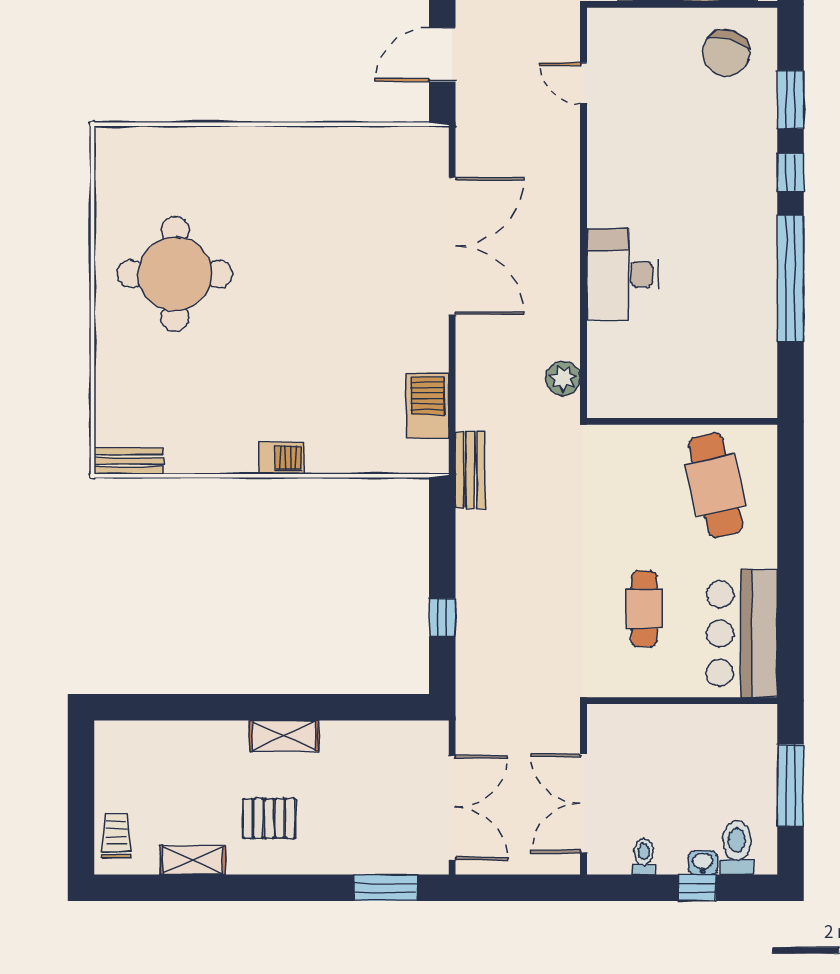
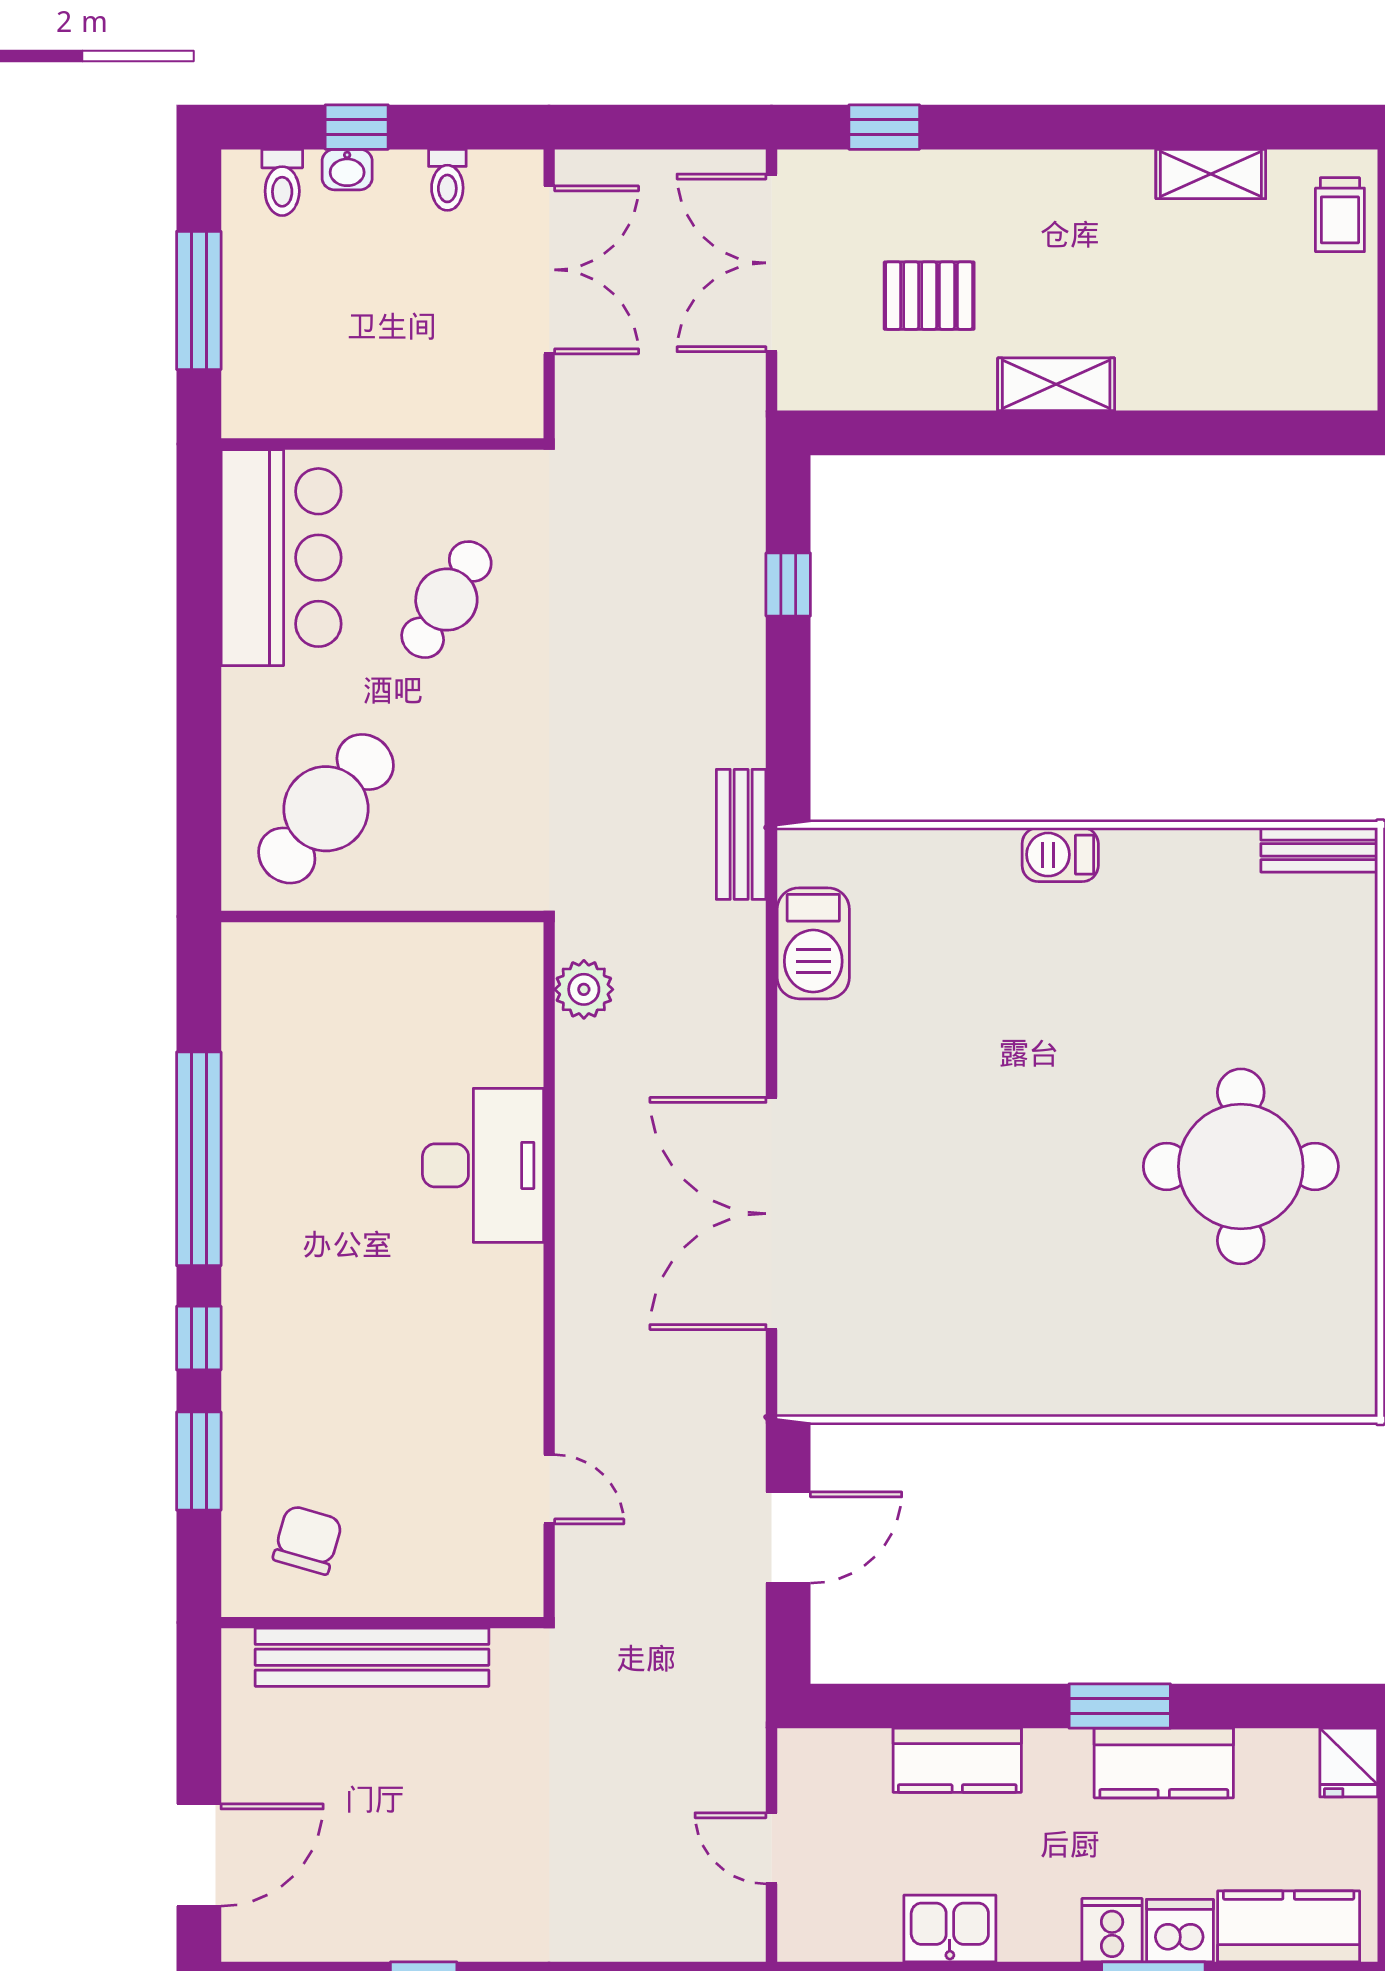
chair: (726, 53) -> (308, 1540), width x0.73, depth x0.73
cafe table: (715, 485) -> (326, 809), turned 53
cafe table: (644, 609) -> (446, 600), turned 32
pallet: (269, 818) -> (929, 296), moved
toilet: (737, 848) -> (282, 182), width x0.73, depth x0.72
window: (386, 888) -> (884, 127), width x0.67

